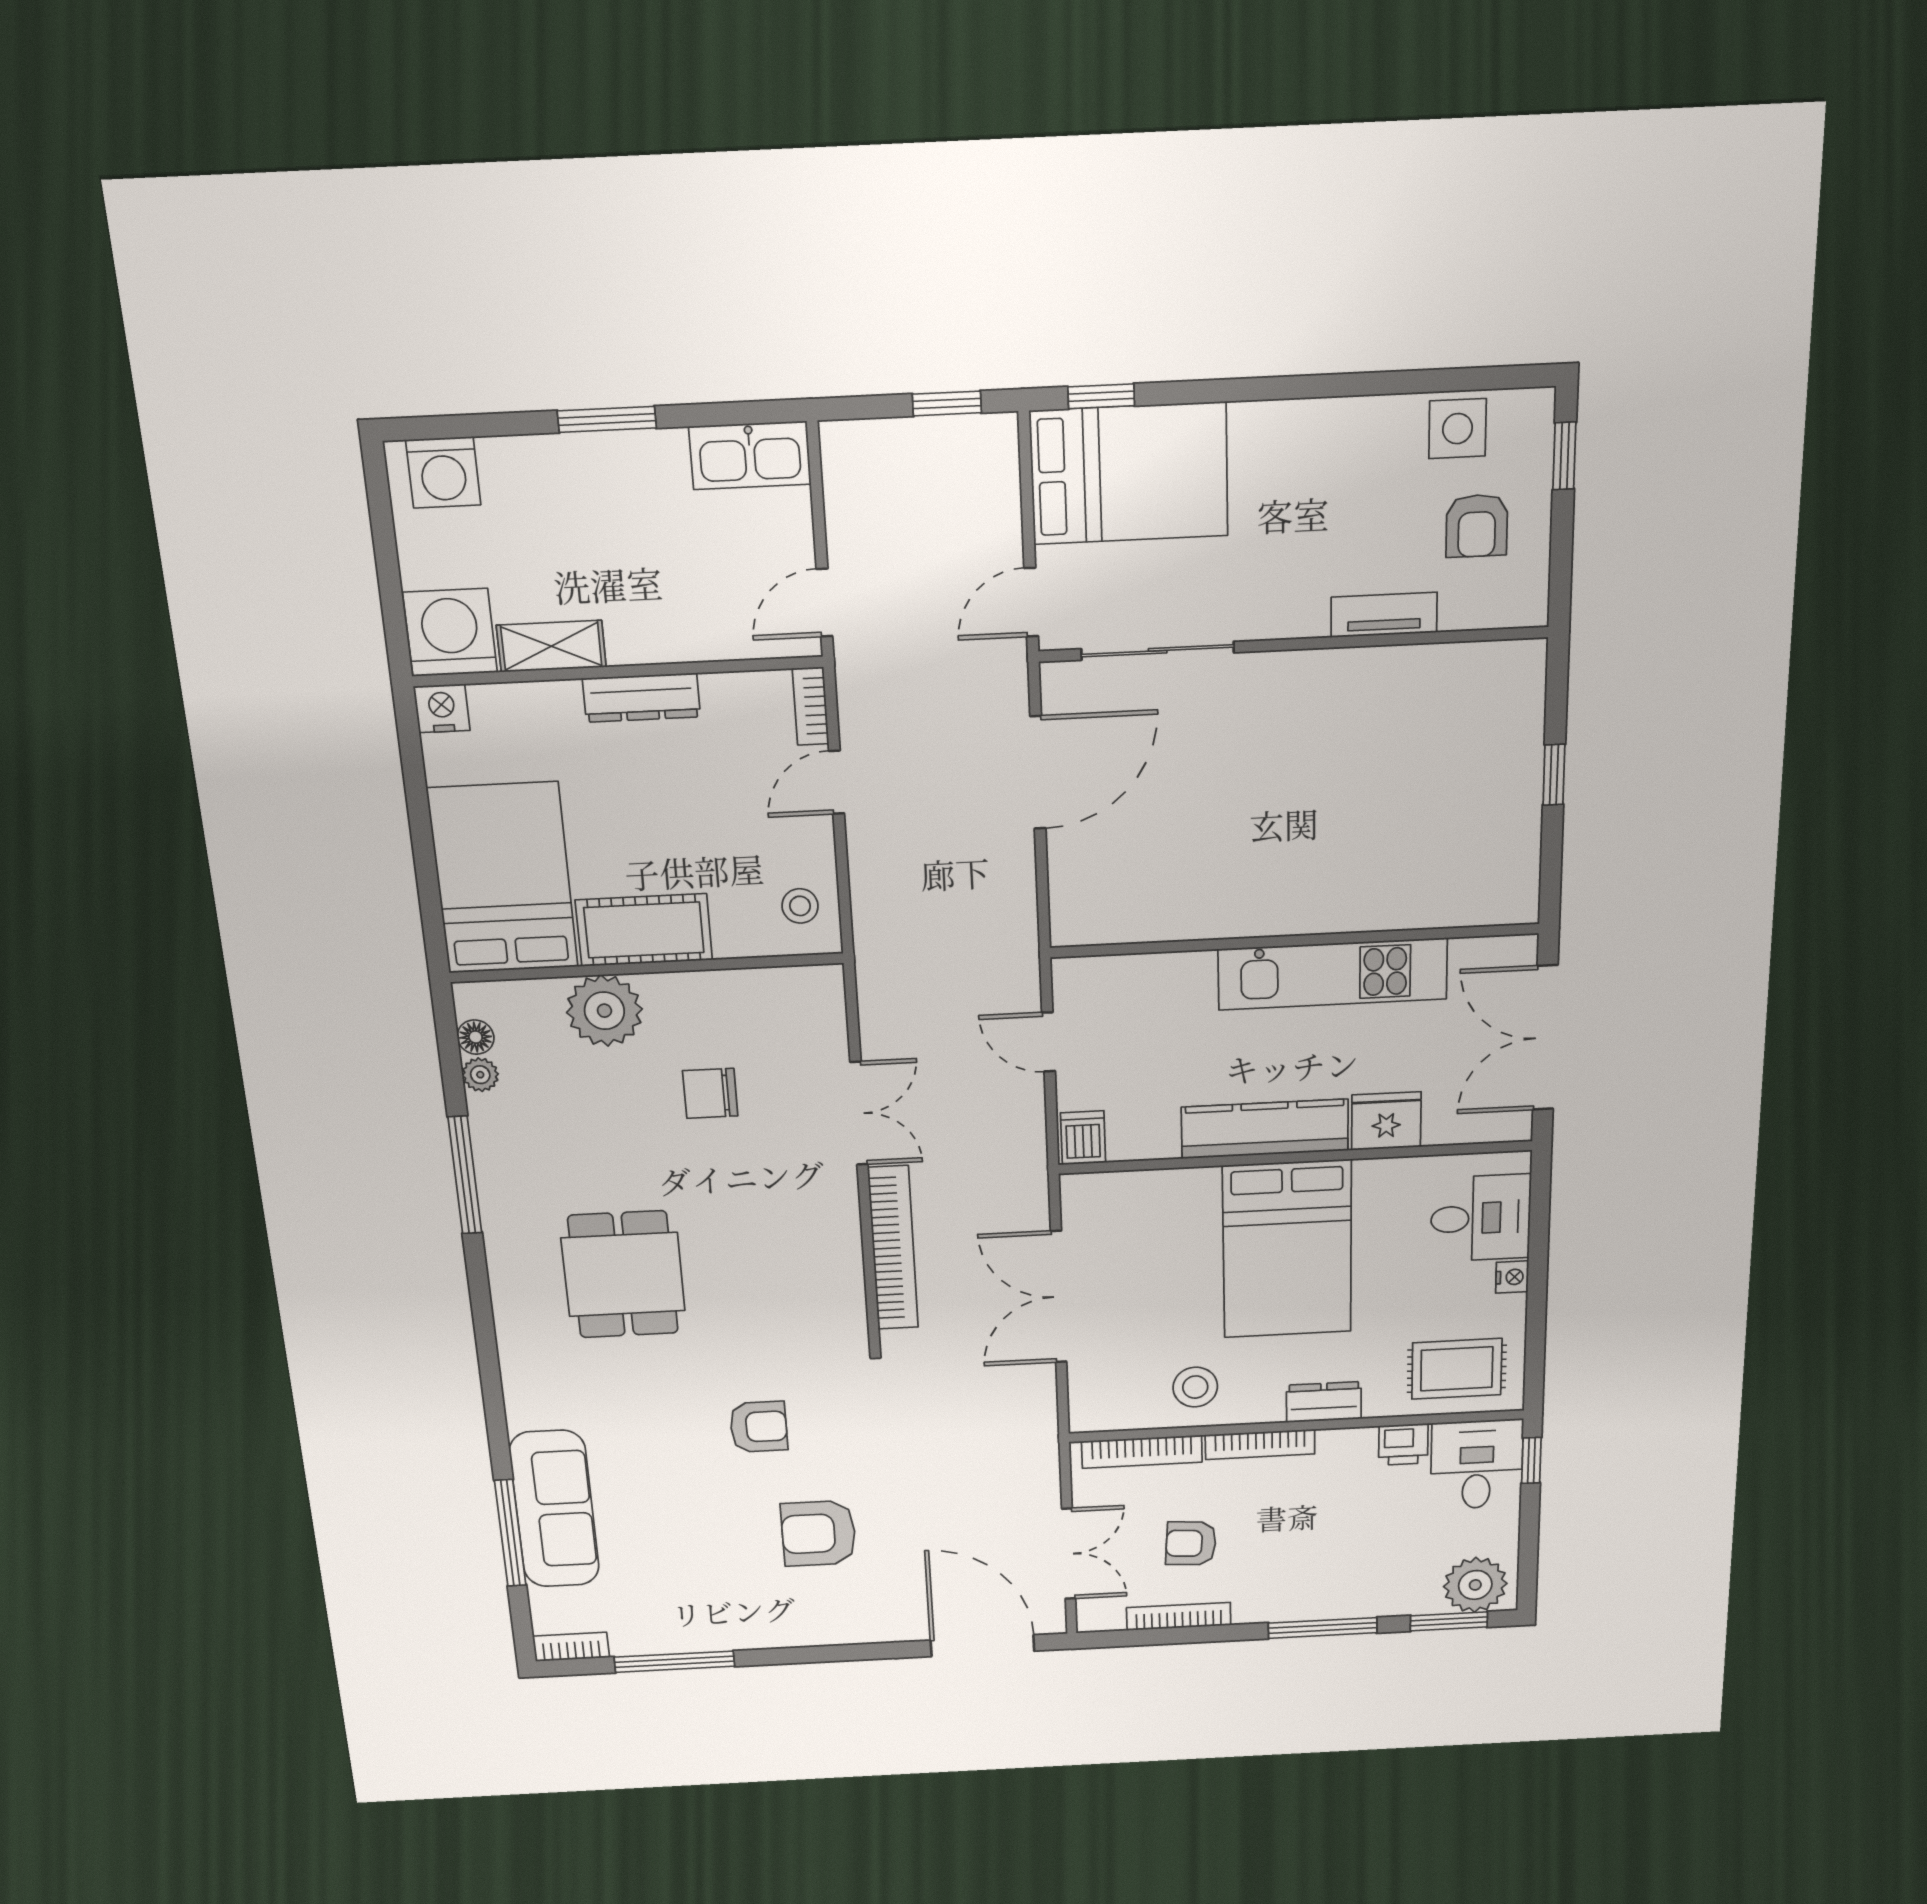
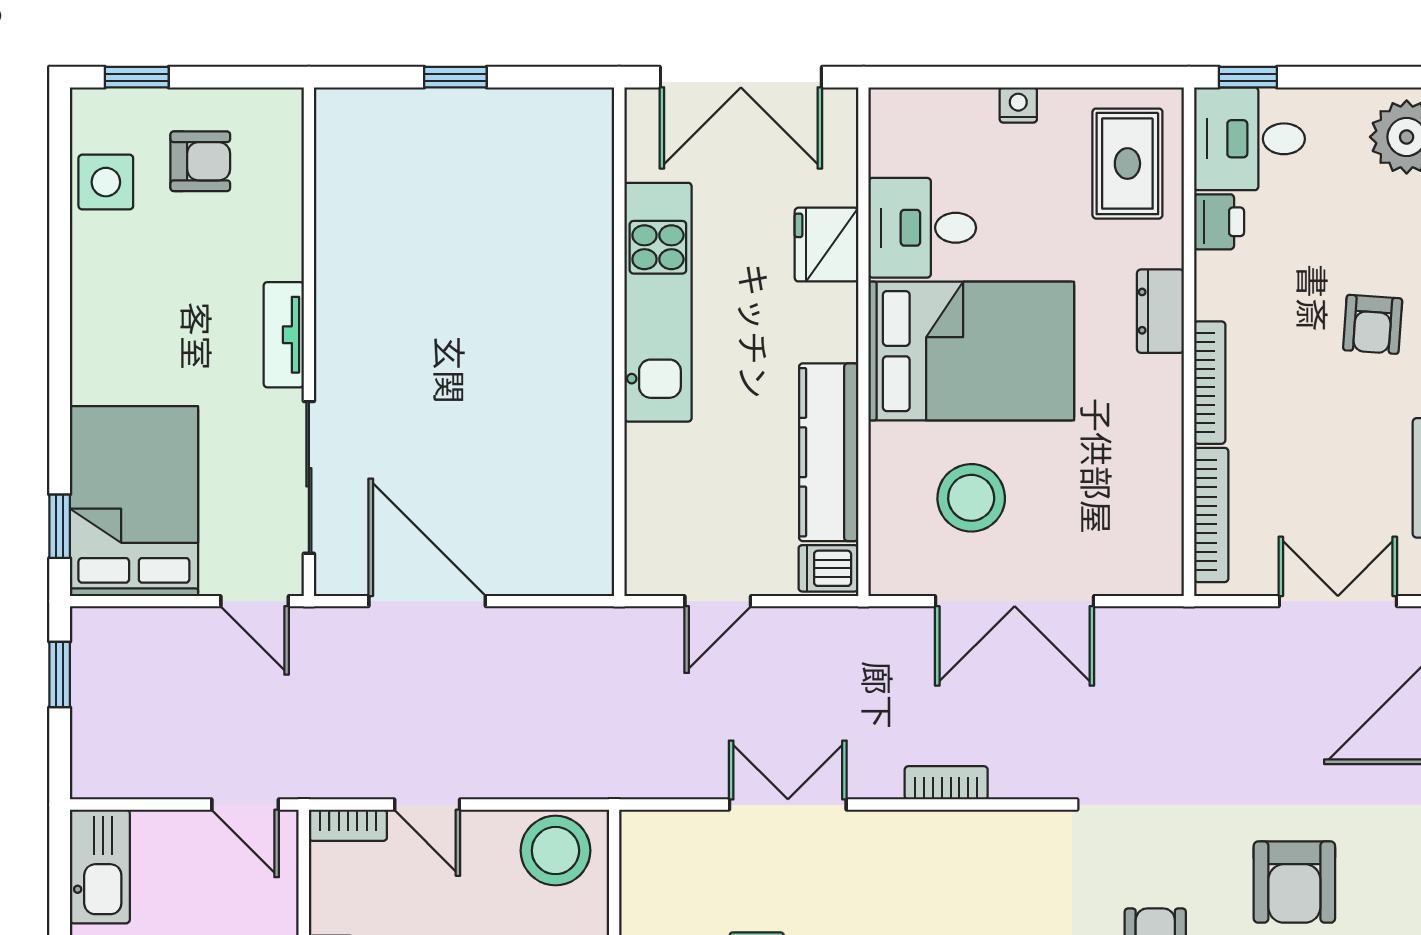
tv unit: (1384, 615) -> (284, 335), moved
stool: (800, 906) -> (555, 851), width x1.89, depth x1.89
kitchen counter: (1265, 1129) -> (829, 452), moved
desk: (1481, 1218) -> (922, 228), moved, turned -90
bookcase: (893, 1248) -> (946, 783), width x0.43, depth x0.76
stool: (1195, 1387) -> (971, 498), moved, width x1.38, depth x1.38
armchair: (1191, 1543) -> (1373, 324), moved

